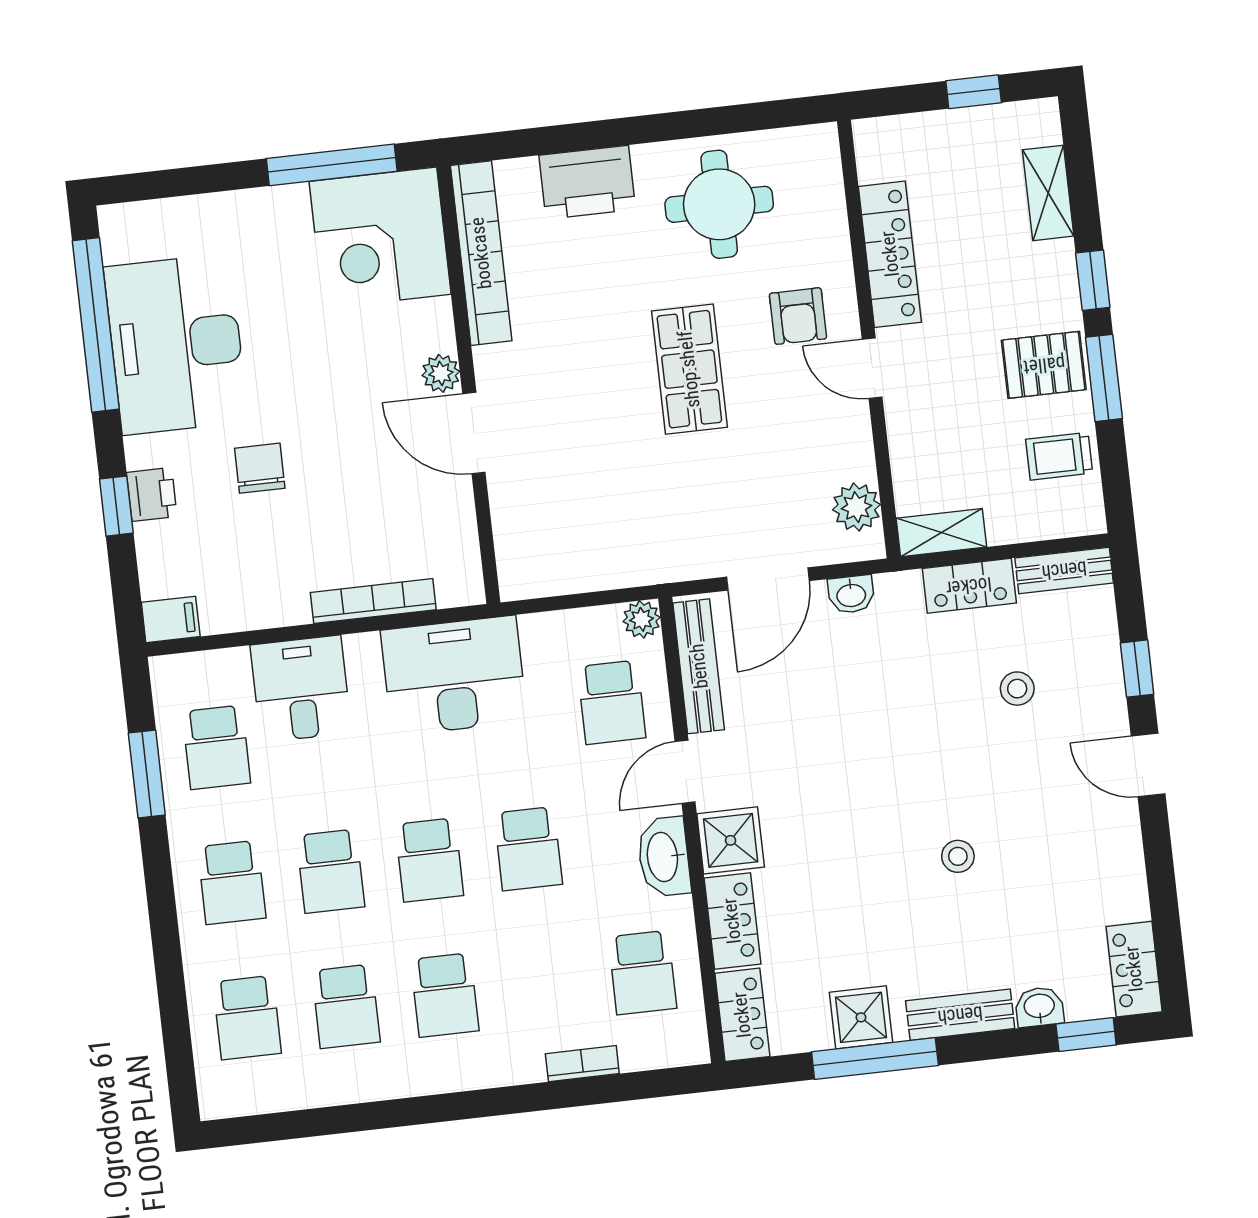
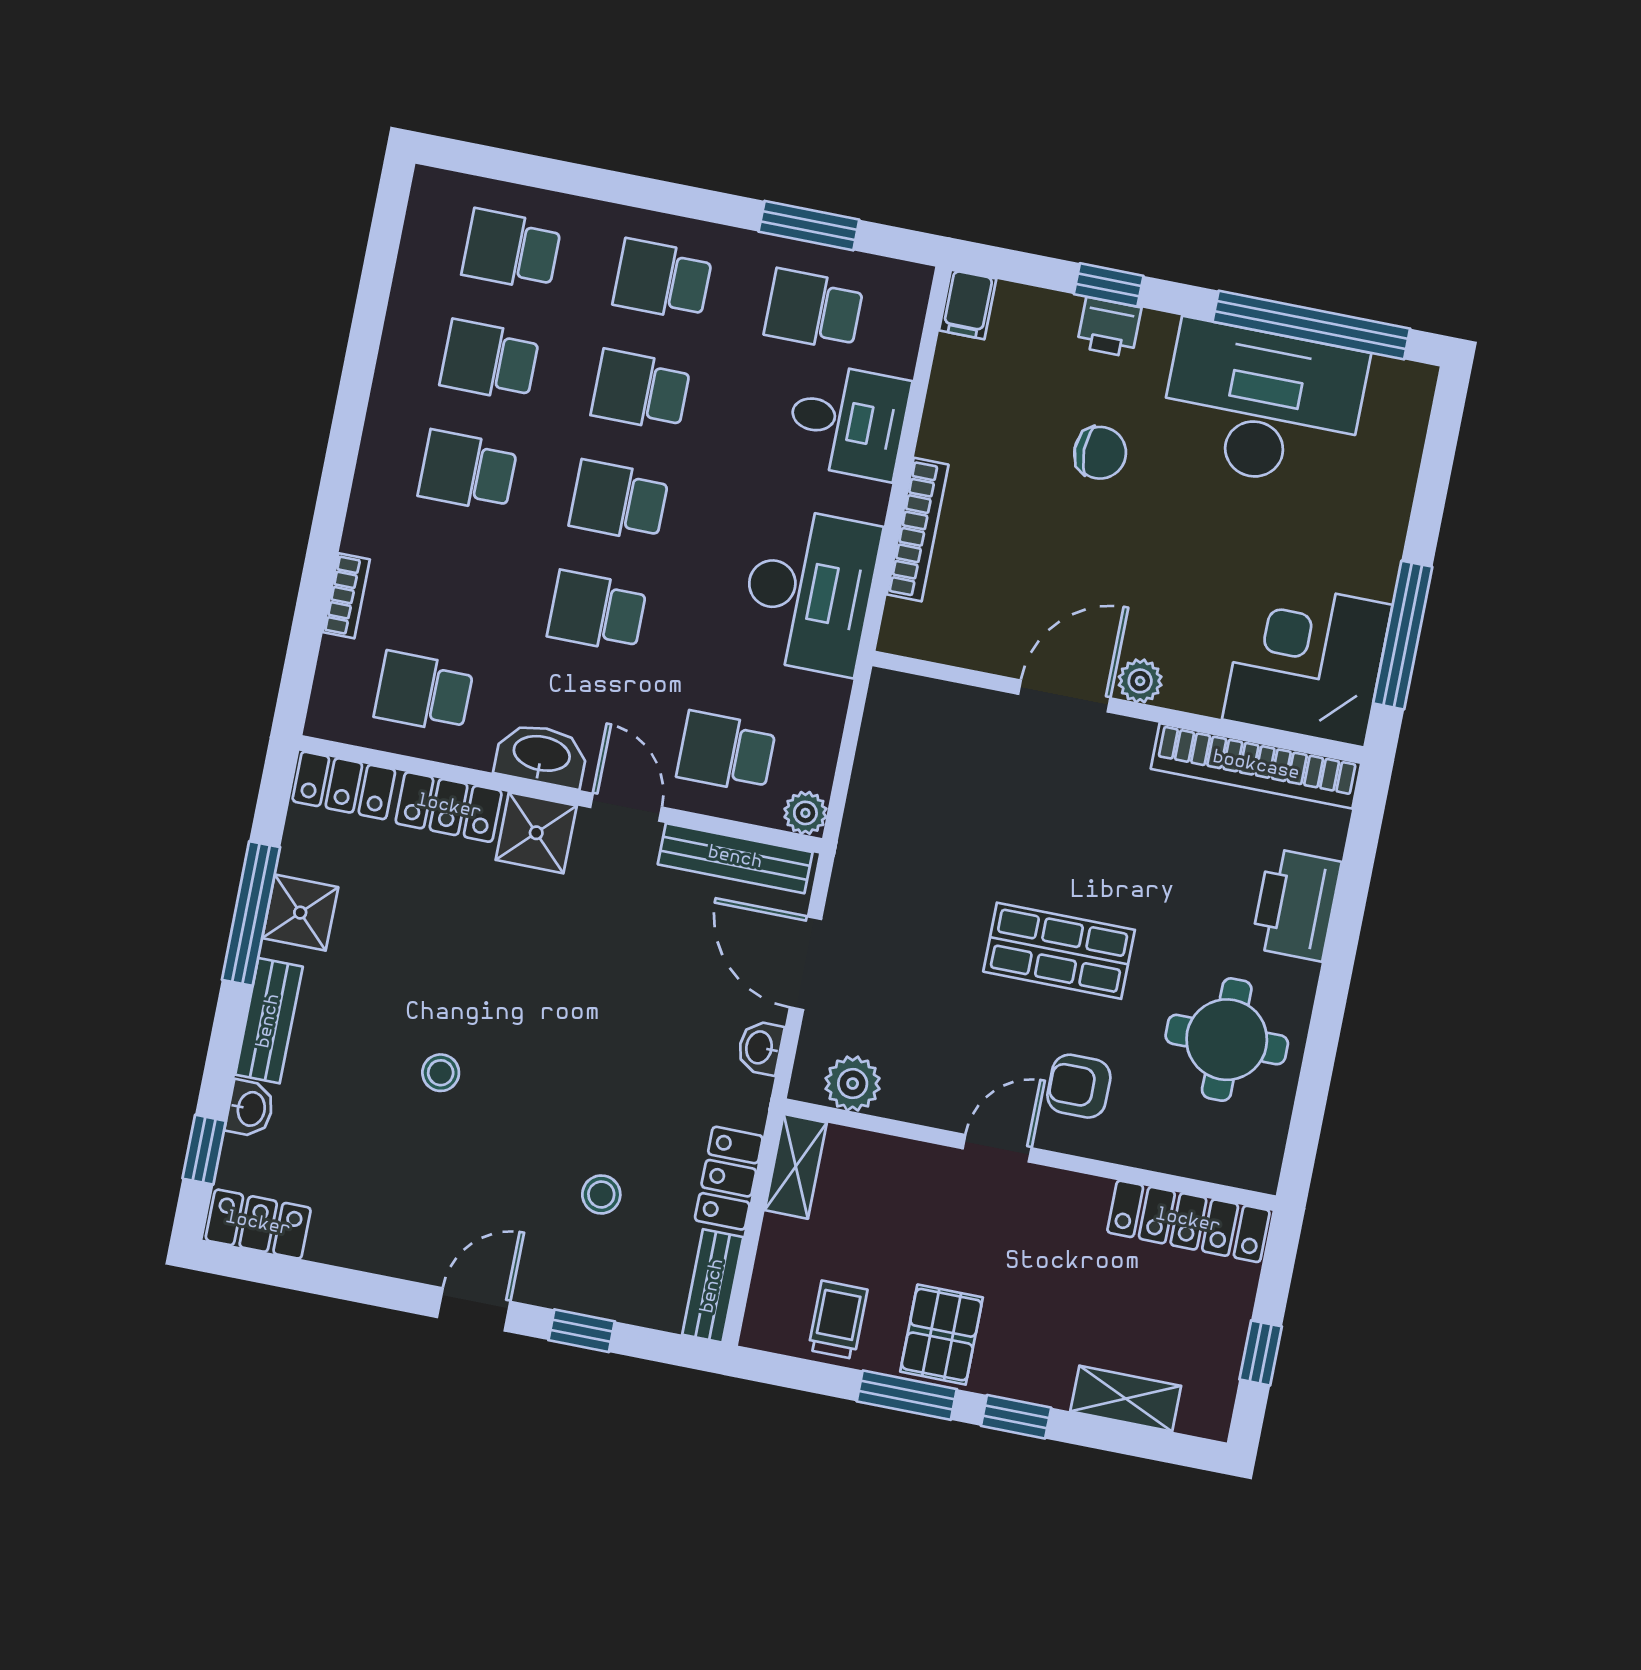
locker: (890, 254) -> (1188, 1221), moved

